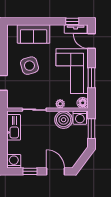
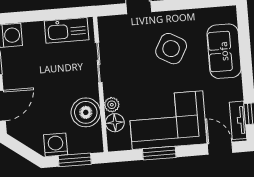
door: (91, 41) -> (220, 148), hinge flipped
side table: (29, 66) -> (171, 49), turned 45
floor lamp: (83, 103) -> (115, 123), moved
washing machine: (80, 118) -> (56, 145), moved, turned 90

